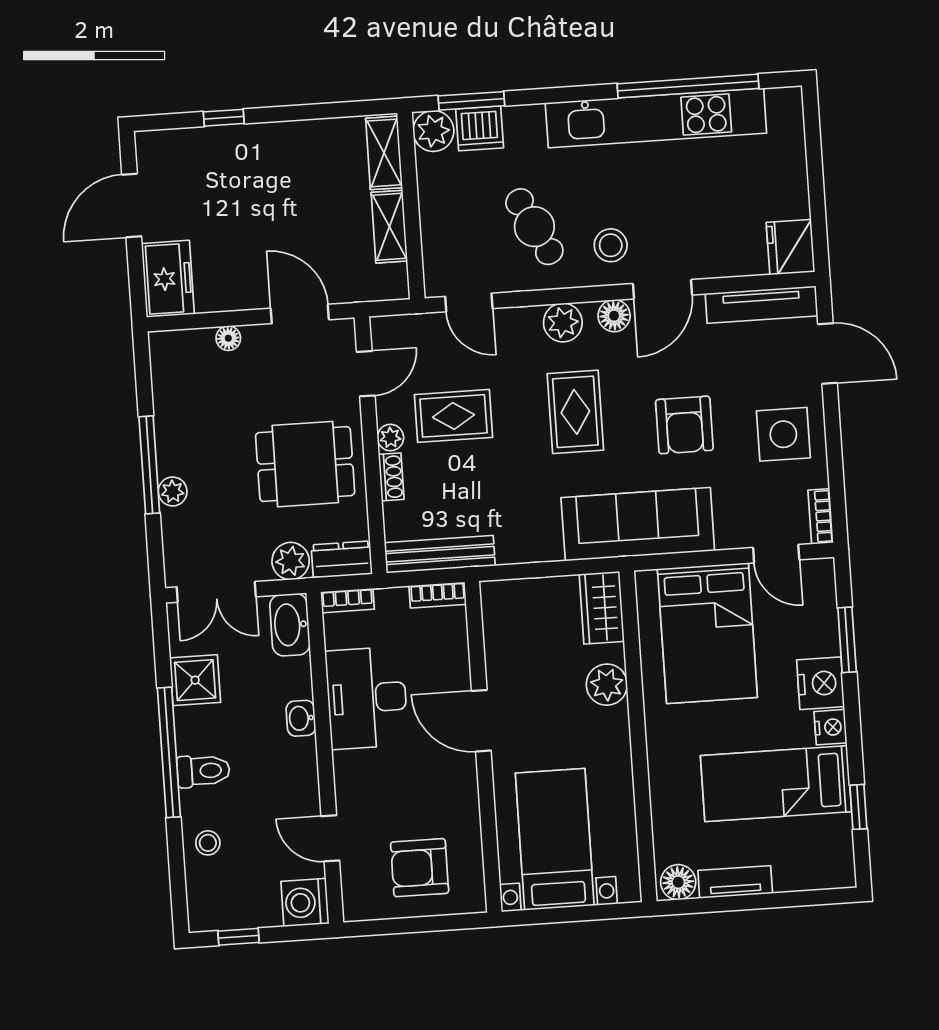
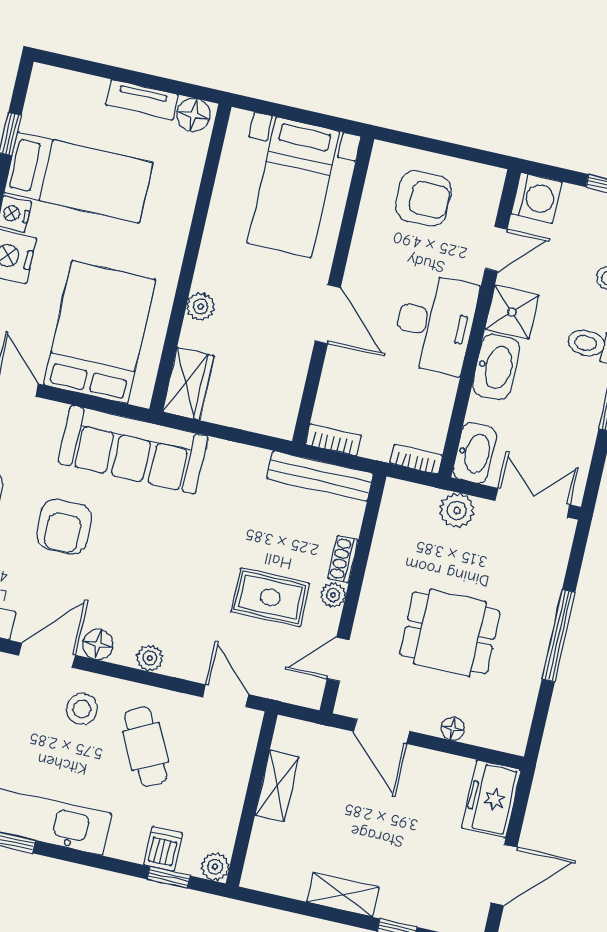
window: (471, 101) -> (169, 877), width x0.67
dishwasher: (480, 128) -> (163, 849), width x0.73
plant: (433, 131) -> (215, 867), width x0.73, depth x0.73
shelving: (384, 153) -> (343, 895), moved, turned 90
plant: (563, 323) -> (150, 658), width x0.73, depth x0.73
rug: (575, 412) -> (159, 568), removed
armchair: (684, 425) -> (64, 527), turned 180
dining table: (305, 464) -> (450, 633), moved
plant: (173, 491) -> (545, 605), removed
dresser: (342, 560) -> (410, 498), removed
shower: (195, 680) -> (512, 312), moved
plant: (607, 685) -> (201, 307), width x0.73, depth x0.73
desk: (367, 698) -> (435, 324), moved
washbasin: (301, 718) -> (496, 367), width x1.91, depth x1.45
door: (330, 838) -> (496, 249), hinge flipped

